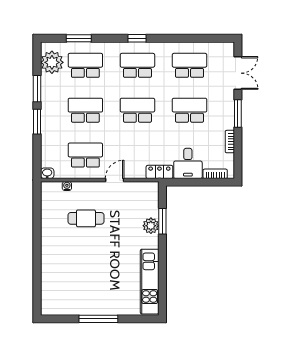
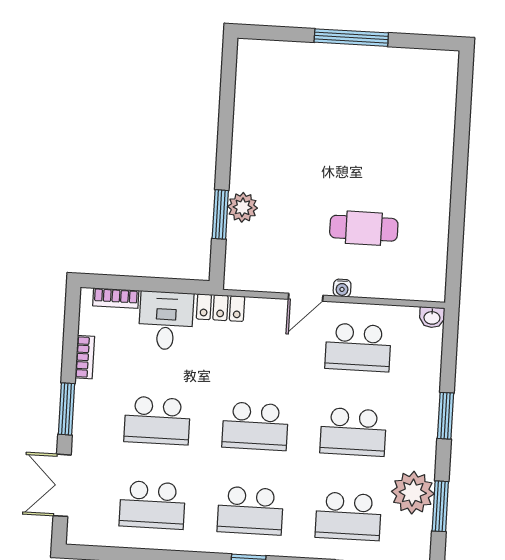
plant: (52, 62) -> (413, 493), moved
window: (37, 89) -> (440, 506), moved
water cooler: (67, 186) -> (342, 288), moved
kitchen unit: (150, 282) -> (251, 102), removed

